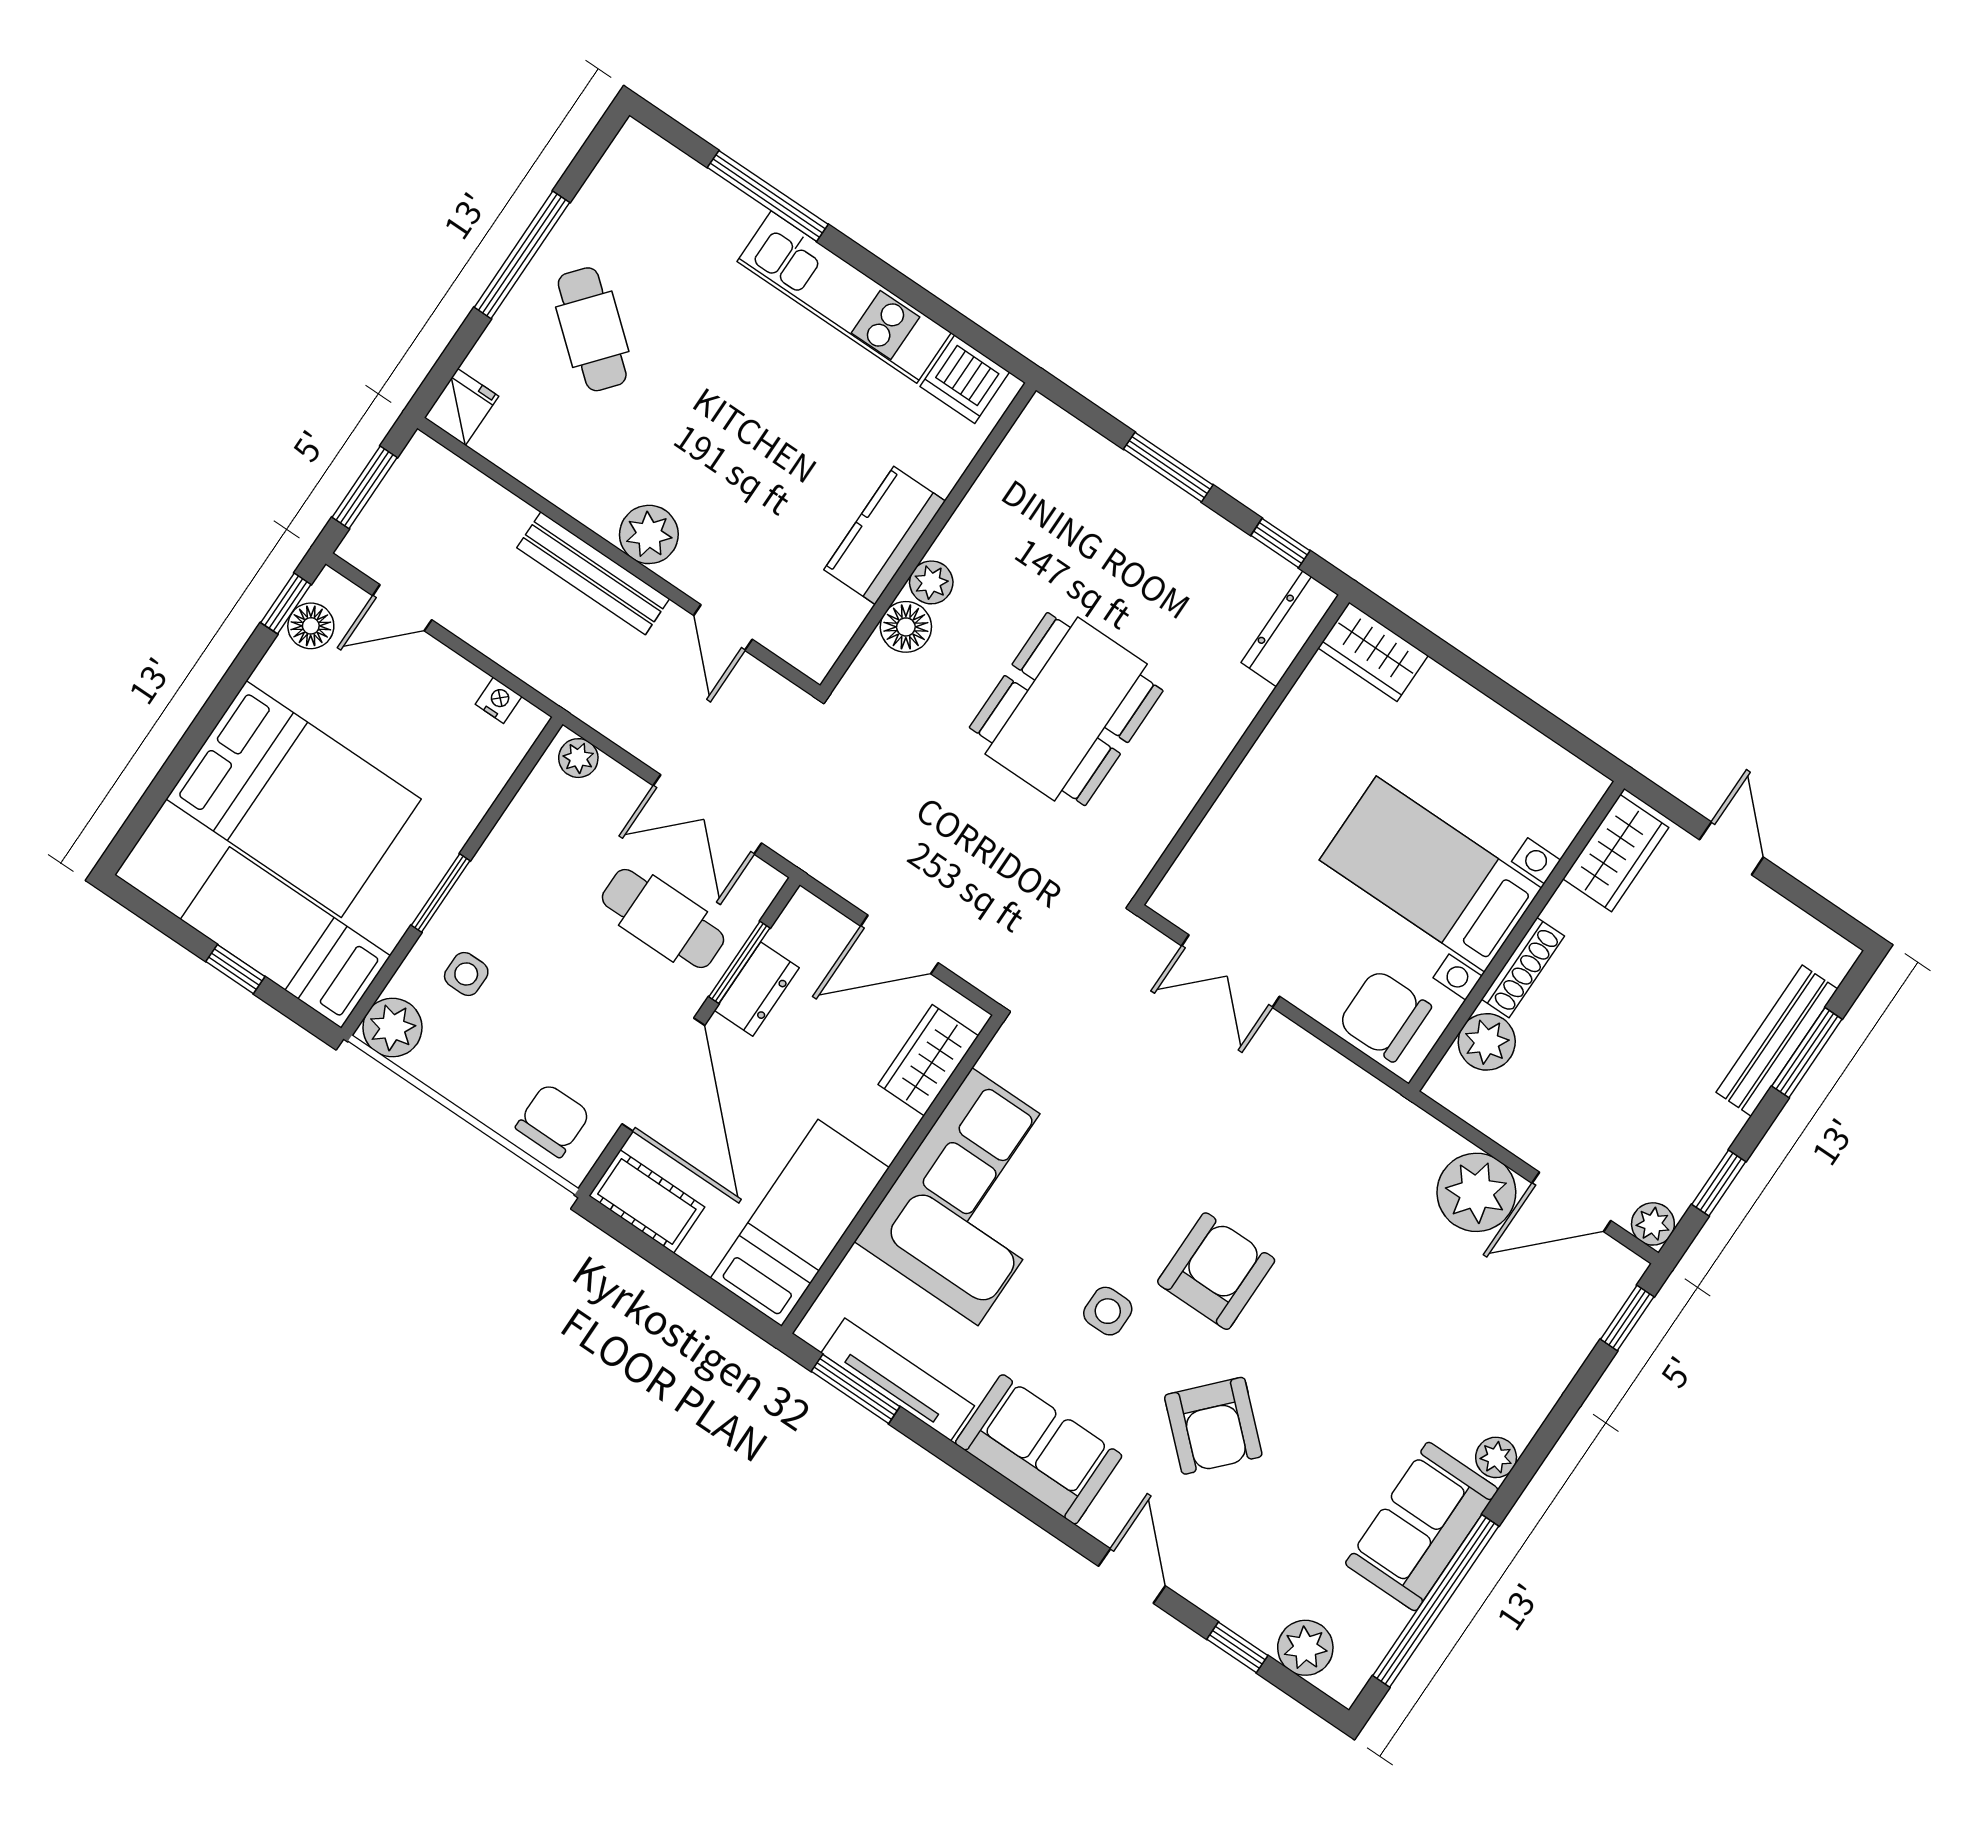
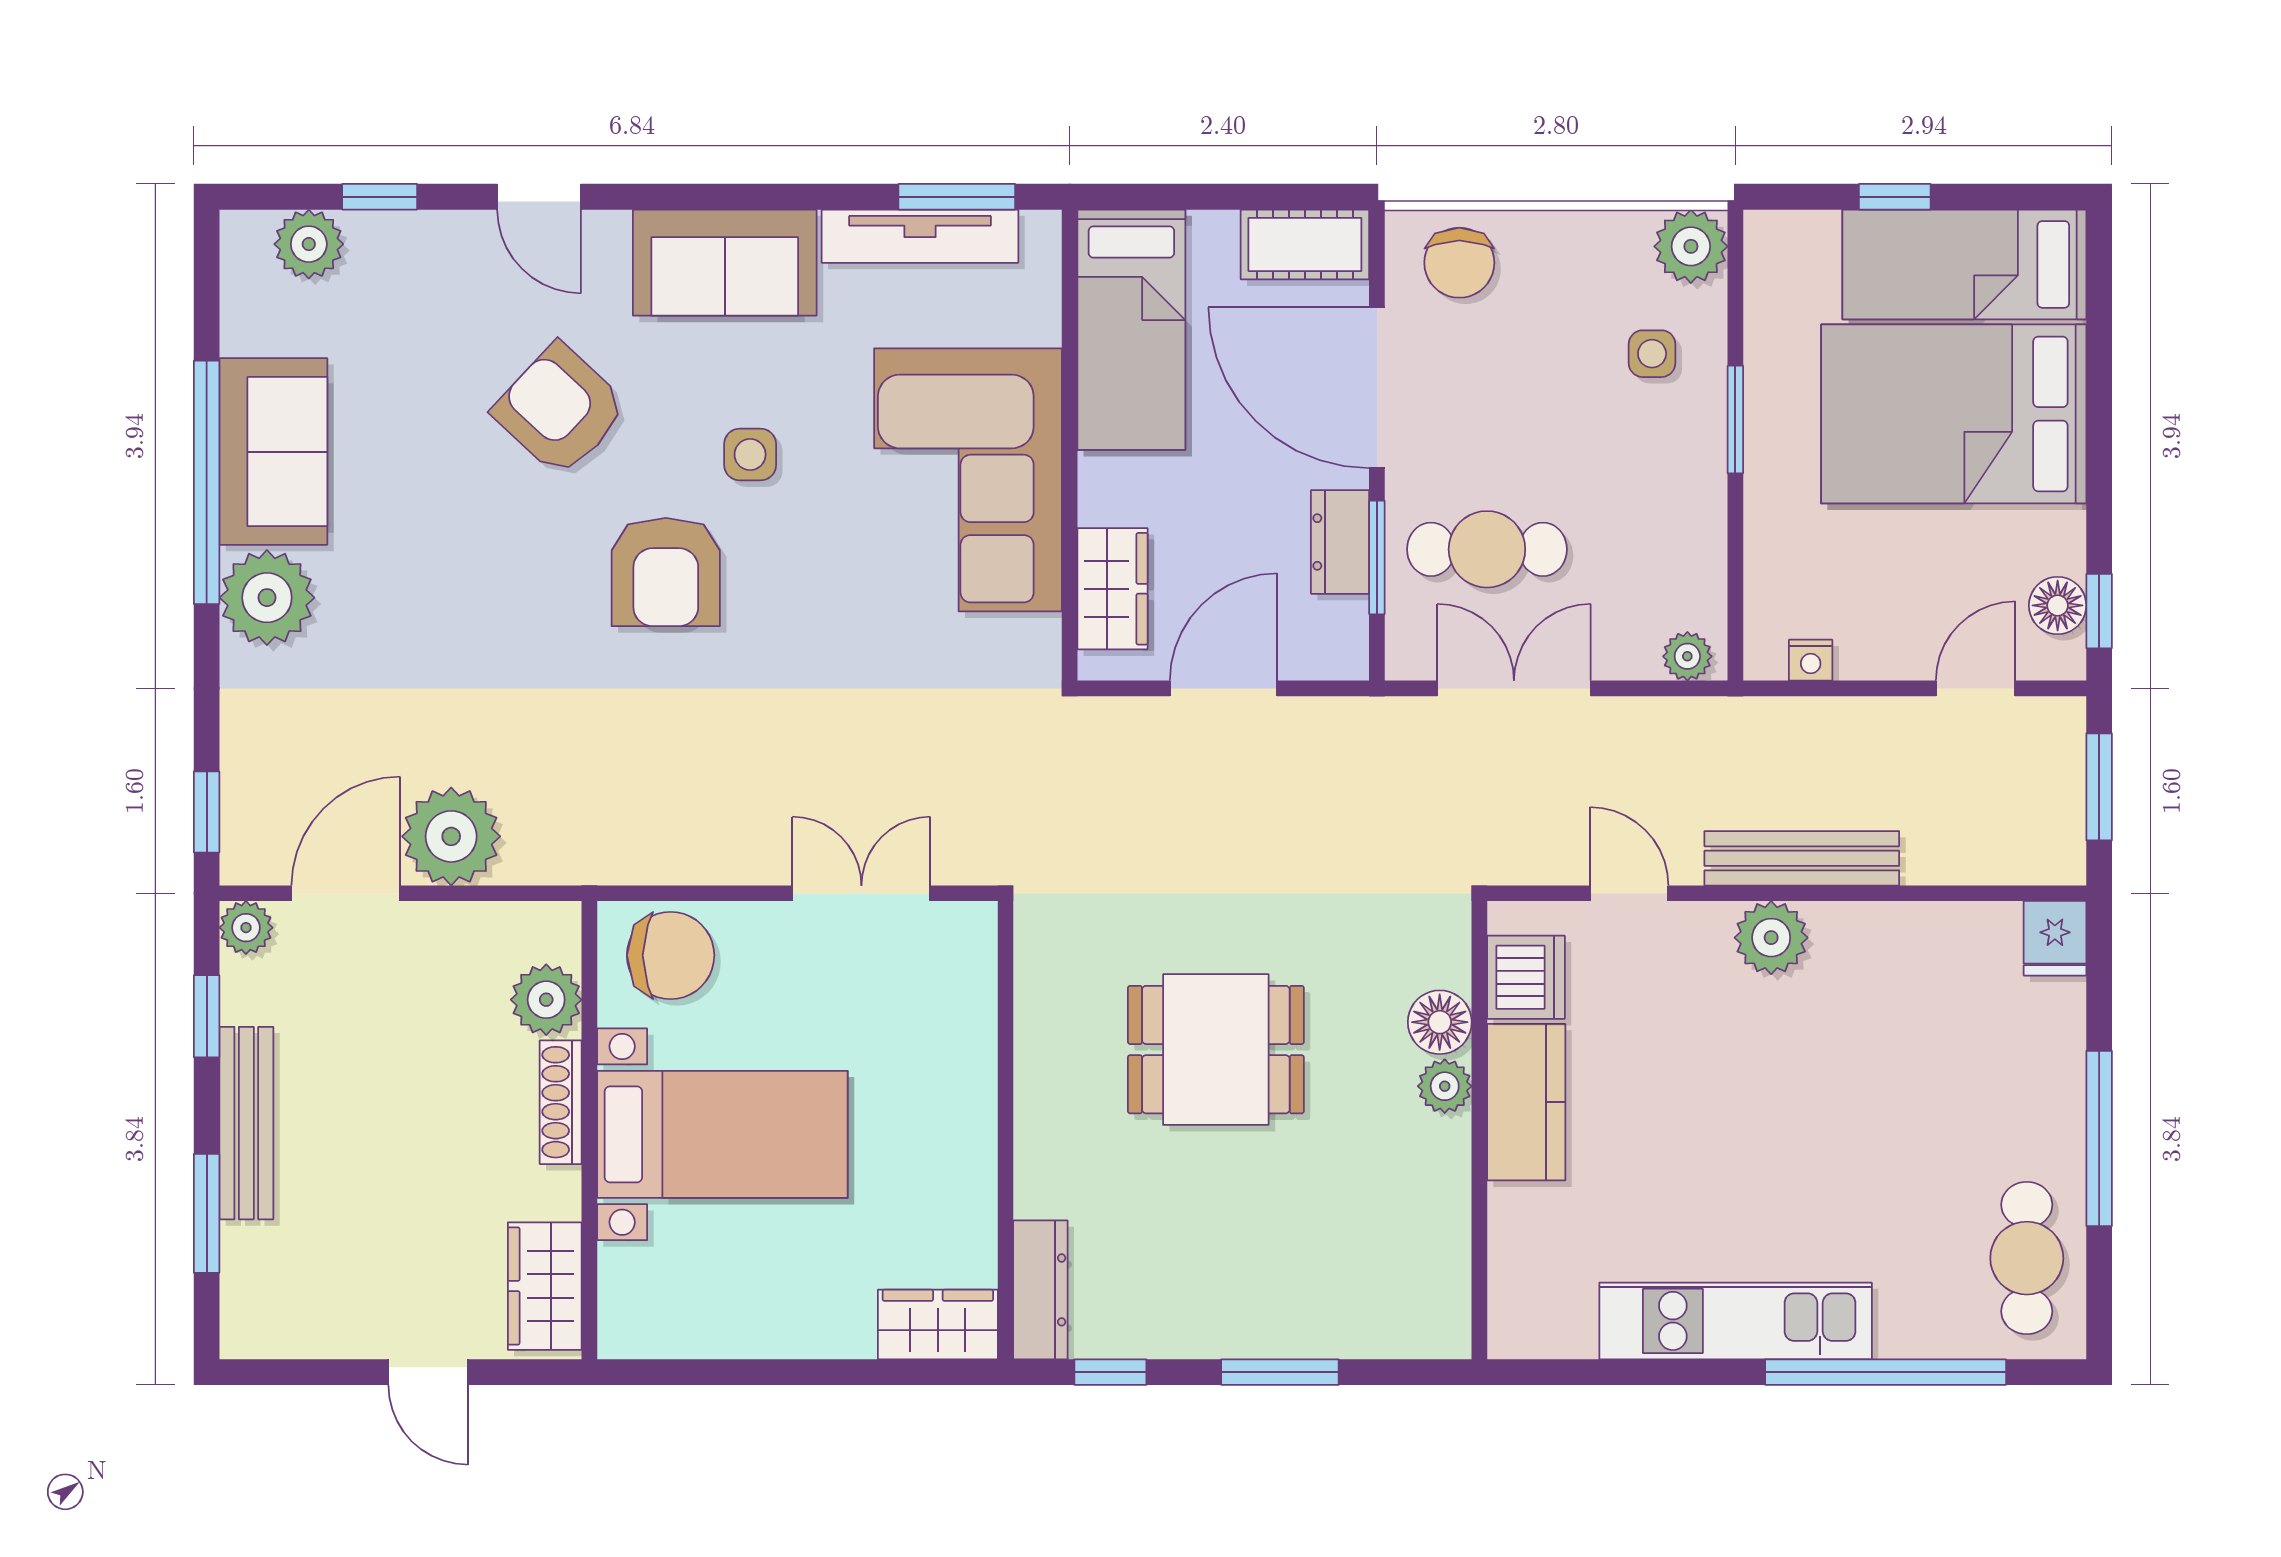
window: (768, 196) -> (1886, 1372), width x1.46
cafe table: (592, 329) -> (2027, 1258), moved, turned 50
dishwasher: (965, 379) -> (1526, 977), moved, turned 90
dining table: (1066, 709) -> (1216, 1050), width x0.73
bed: (285, 938) -> (1964, 264), moved, turned 180
bench: (1777, 1041) -> (246, 1123), moved
plant: (1496, 1457) -> (267, 598), width x1.88, depth x1.88
window: (1436, 1601) -> (207, 482), moved

